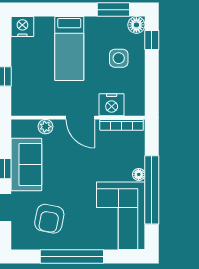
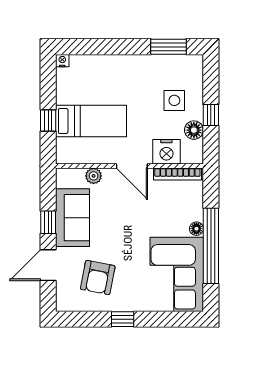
floor lamp: (136, 25) -> (194, 130), moved
nightstand: (22, 27) -> (62, 61), width x0.53, depth x0.56
window: (152, 40) -> (211, 115), moved
bed: (69, 48) -> (91, 121), moved, turned -90
window: (72, 256) -> (123, 319), width x0.32

